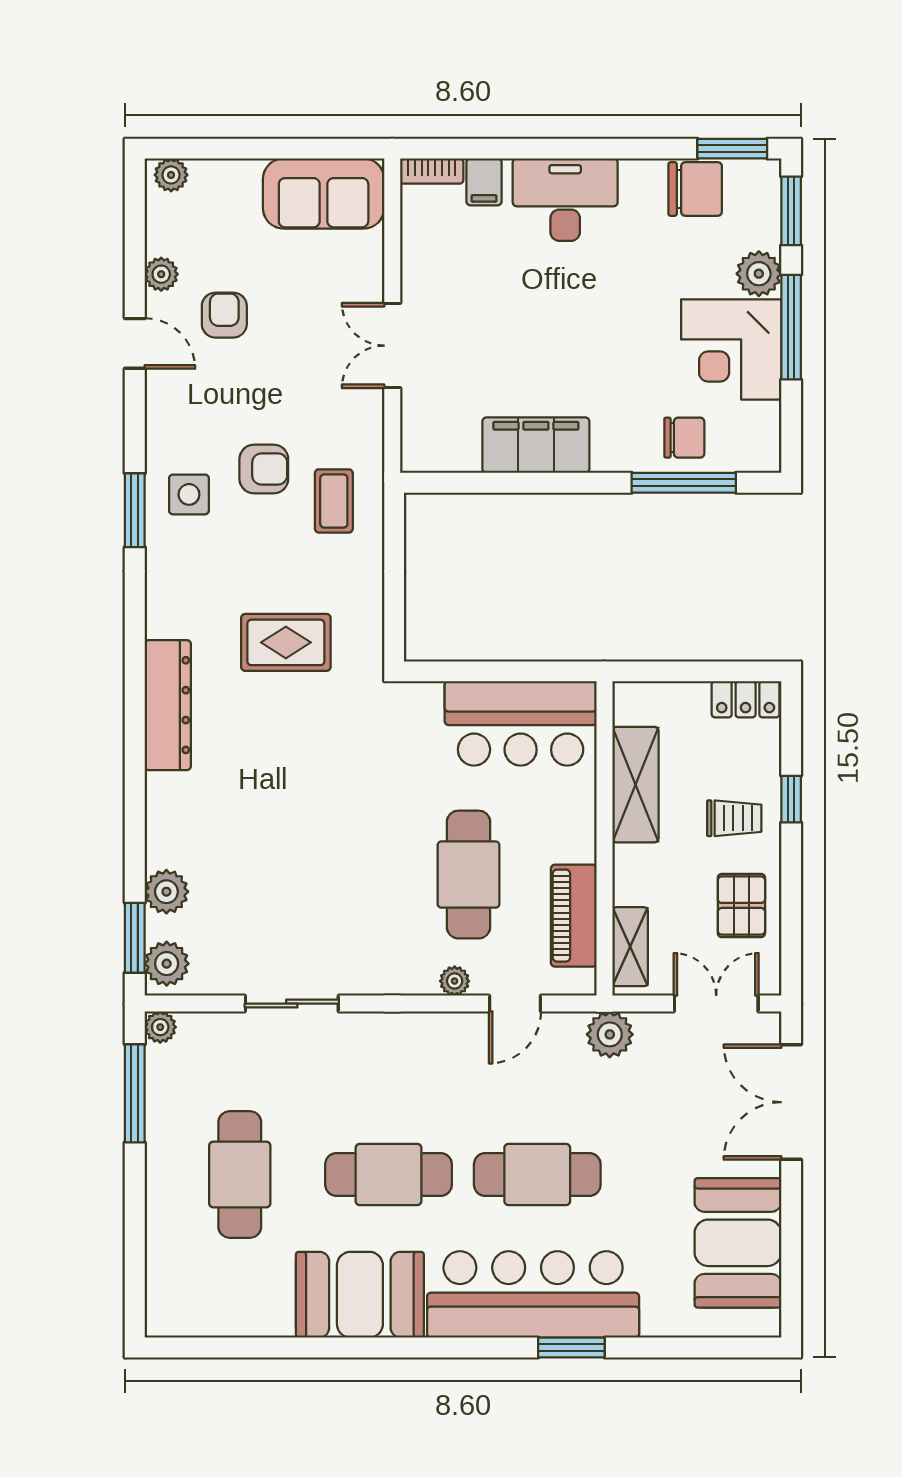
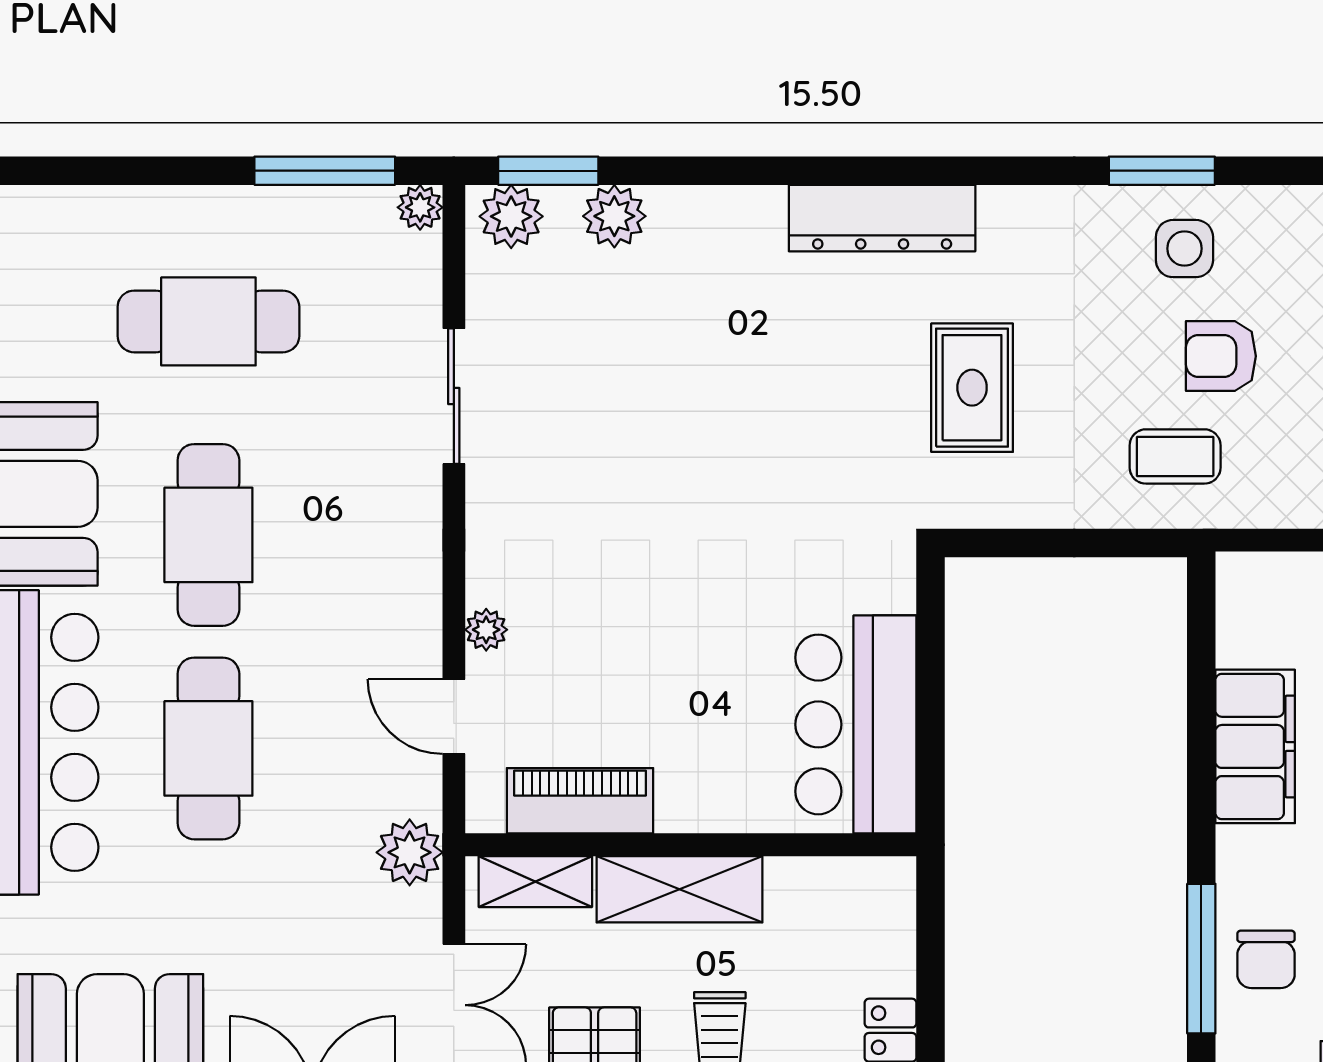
armchair: (264, 469) -> (1221, 356), turned 90
shelving: (635, 785) -> (679, 889), moved
cafe table: (469, 875) -> (639, 650), removed

